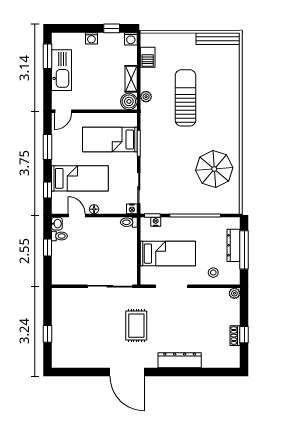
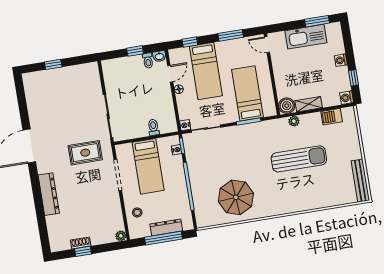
toilet: (129, 222) -> (153, 127), moved
rug: (136, 326) -> (85, 153), moved

